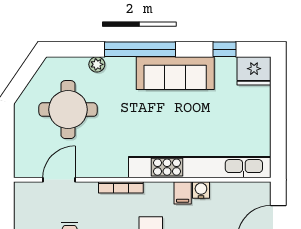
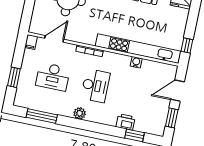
window: (278, 145) -> (187, 46), added
filing cabinet: (183, 193) -> (31, 42), moved

